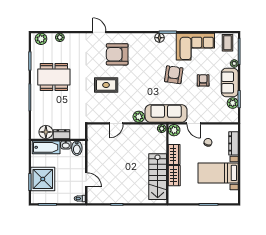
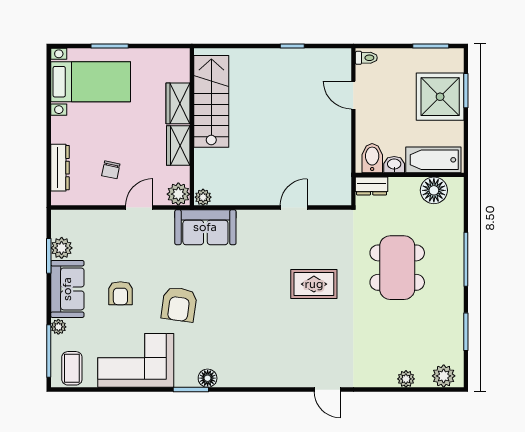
armchair: (117, 54) -> (292, 345), removed
dining table: (54, 77) -> (397, 268), moved, turned 90
sofa: (166, 113) -> (205, 227), width x0.73
plant: (139, 117) -> (249, 221), removed
door: (194, 123) -> (139, 208), hinge flipped
dresser: (62, 134) -> (372, 186), moved
bed with nightstands: (218, 173) -> (91, 82), moved

